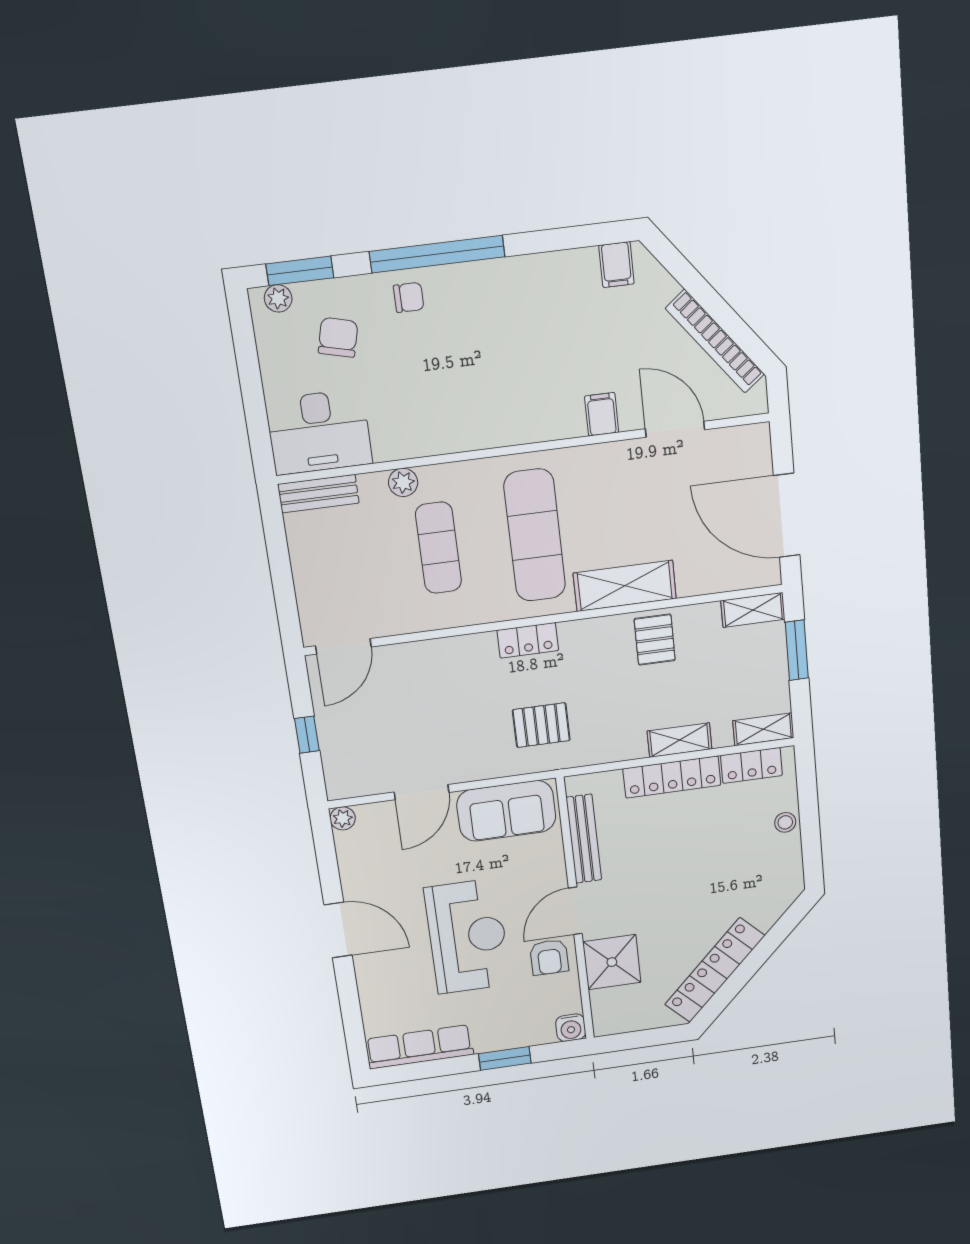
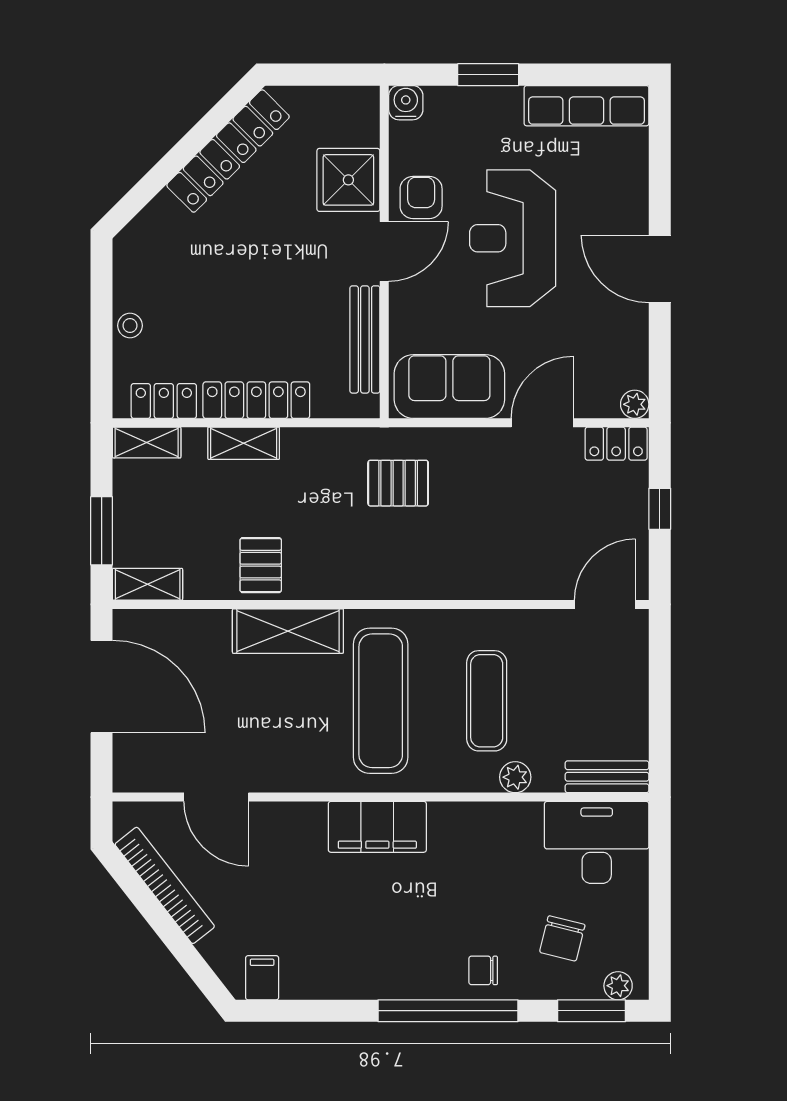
filing cabinet: (602, 414) -> (377, 827), moved, width x3.00, depth x1.17
locker: (528, 640) -> (616, 444), moved, turned 180

